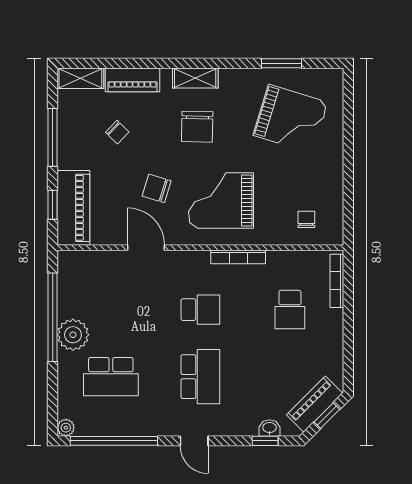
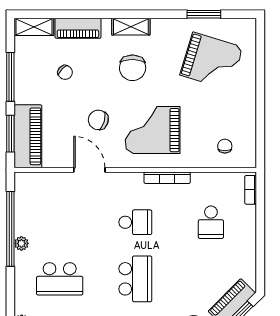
window: (53, 205) -> (10, 134), width x1.50
bookcase: (337, 281) -> (251, 190), width x0.64
plant: (73, 335) -> (21, 243), width x0.53, depth x0.53

